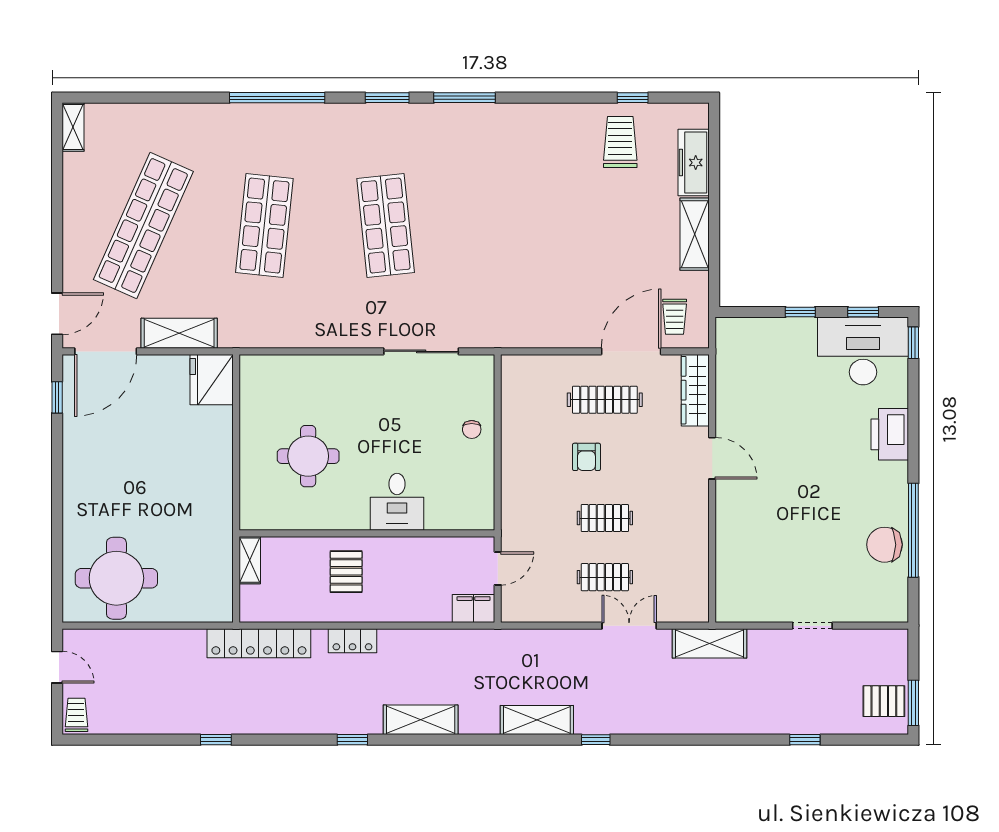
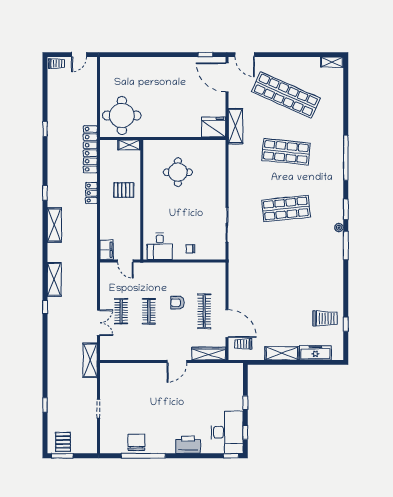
plant: (426, 112) -> (339, 228), added
shelving: (179, 333) -> (235, 126), moved
desk: (397, 502) -> (160, 246), moved, turned -90
round table: (116, 578) -> (122, 116), moved

